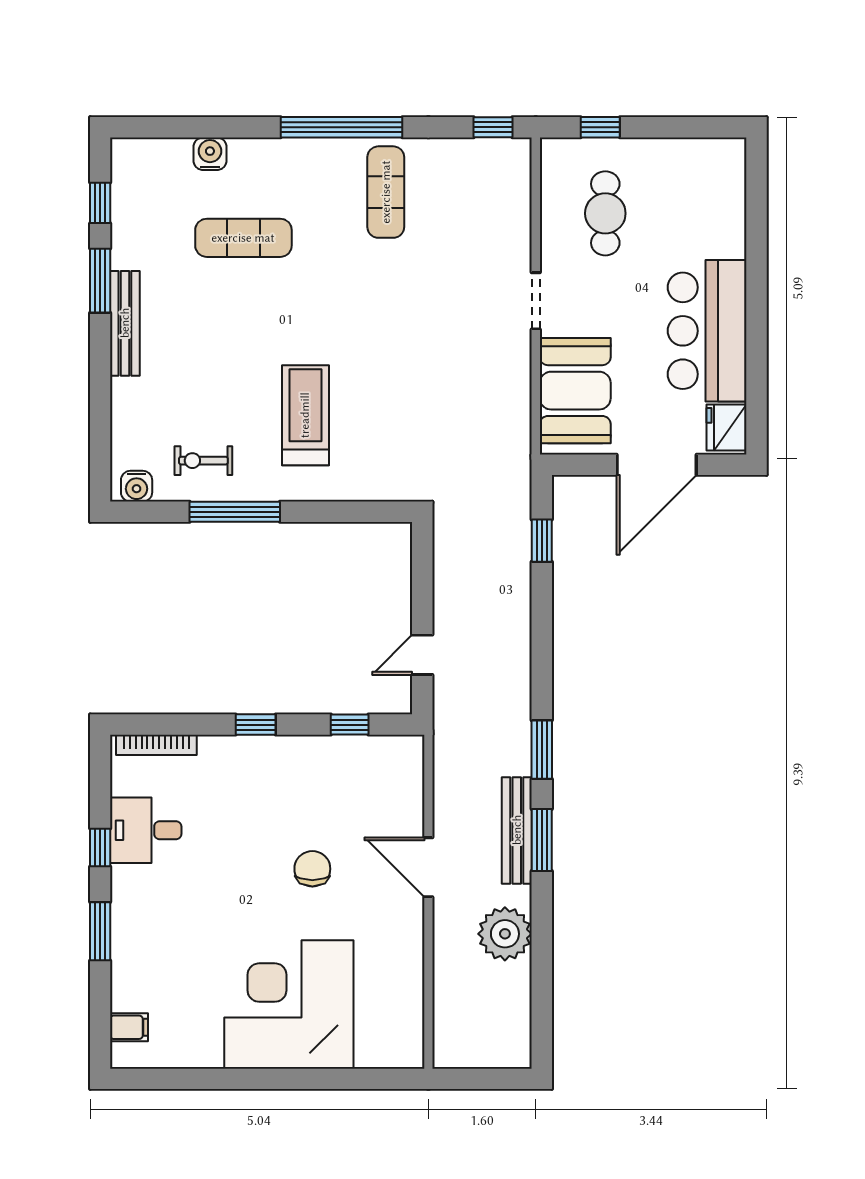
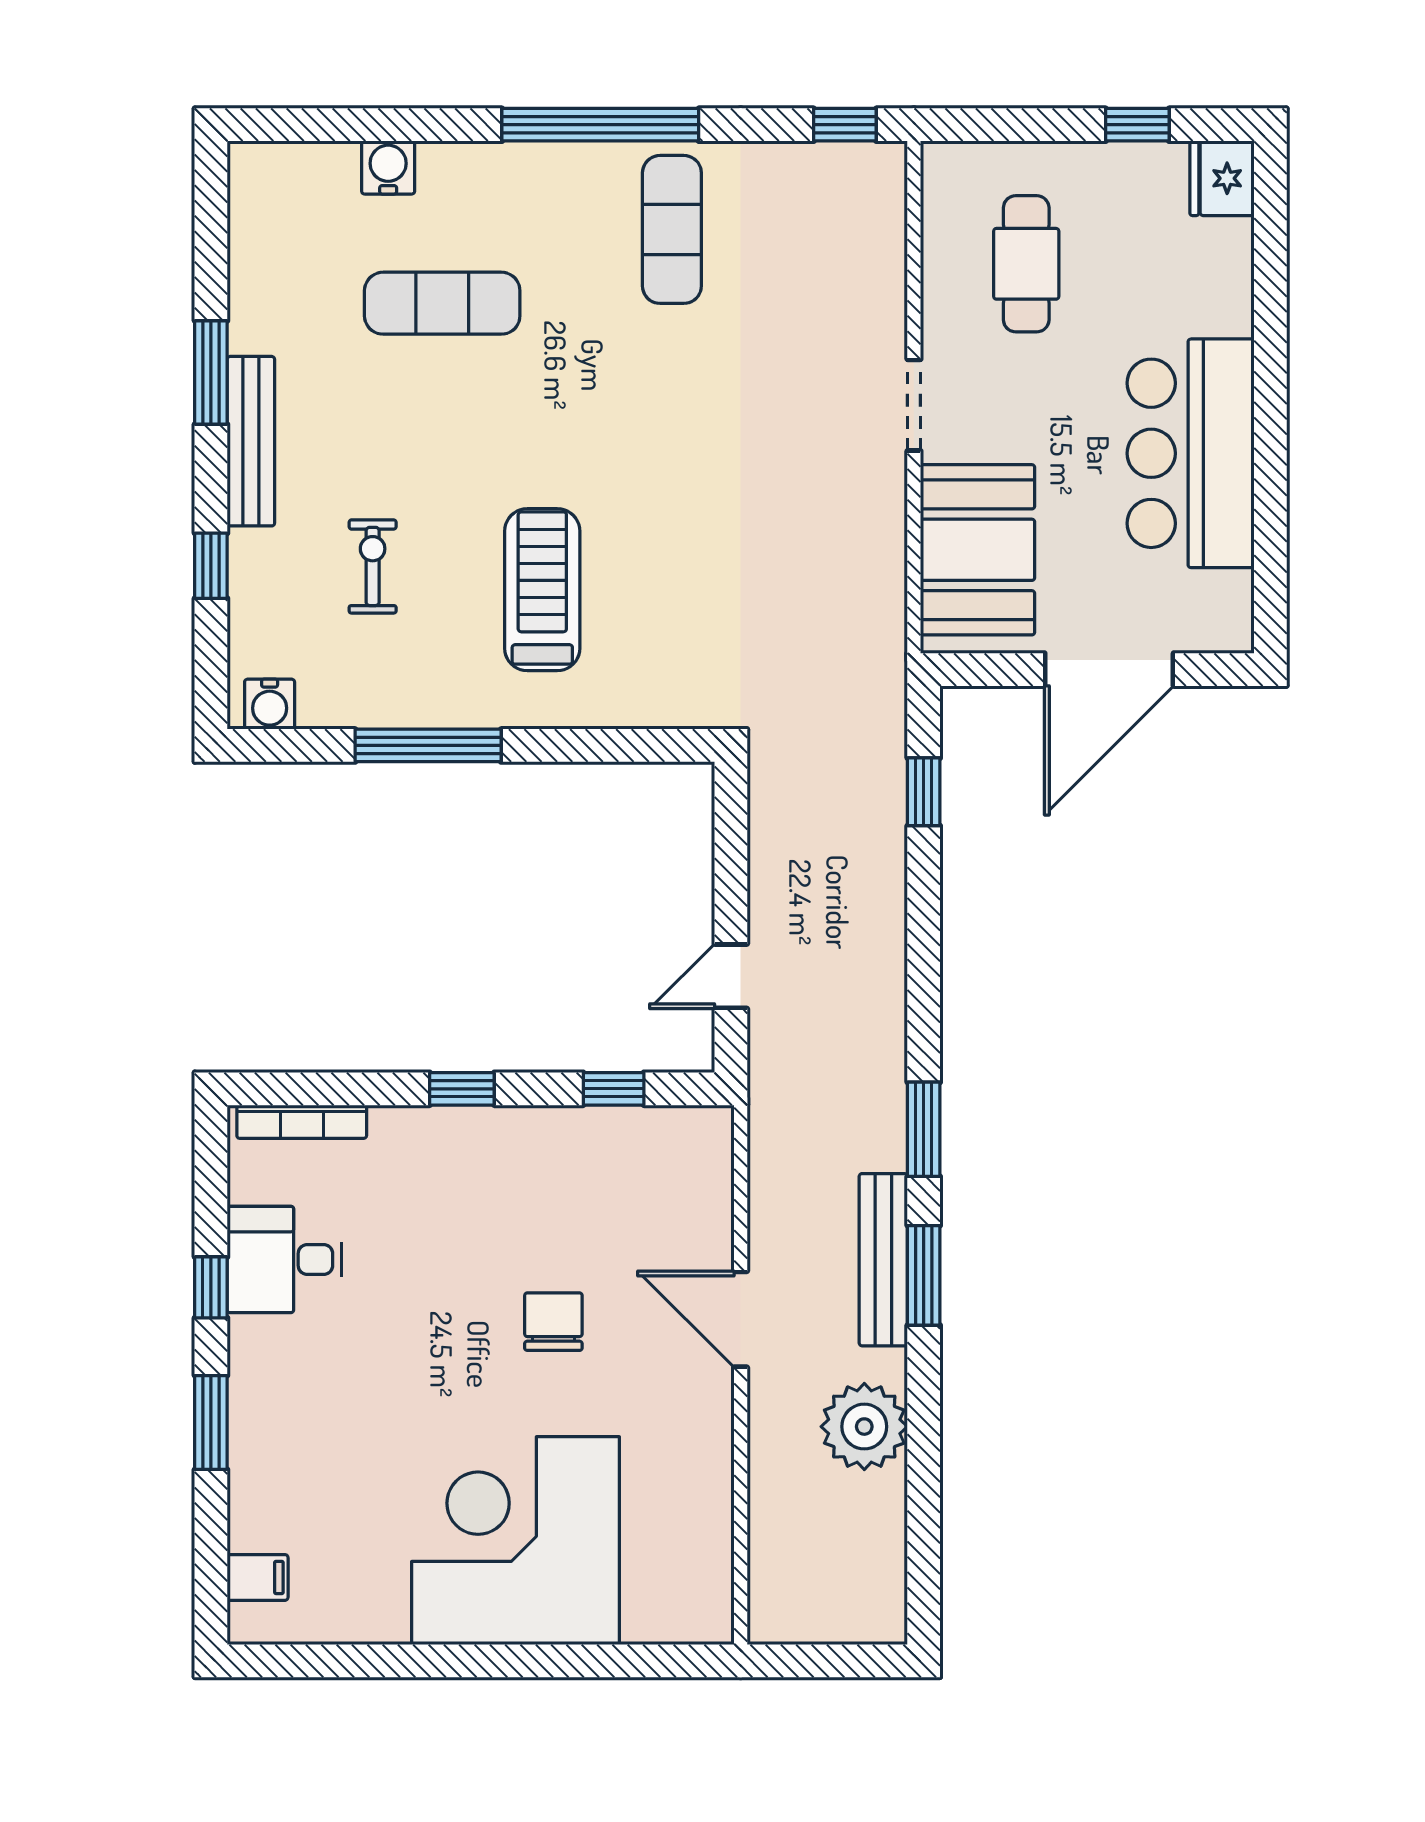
window: (600, 127) -> (1137, 125), moved
window: (100, 203) -> (211, 566), moved
fridge: (727, 427) -> (1222, 178), moved
exercise bike: (203, 461) -> (373, 566), moved, turned 90

